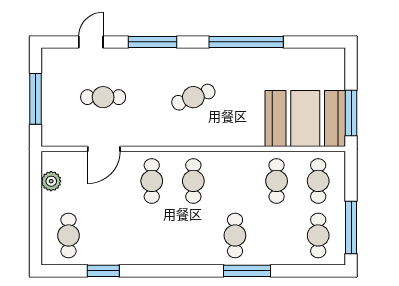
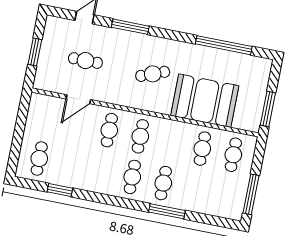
window: (246, 42) -> (224, 45), moved
window: (36, 99) -> (35, 52), width x0.69
booth: (305, 118) -> (205, 101), moved
plant: (51, 181) -> (34, 116), removed
cafe table: (318, 235) -> (132, 177), moved

